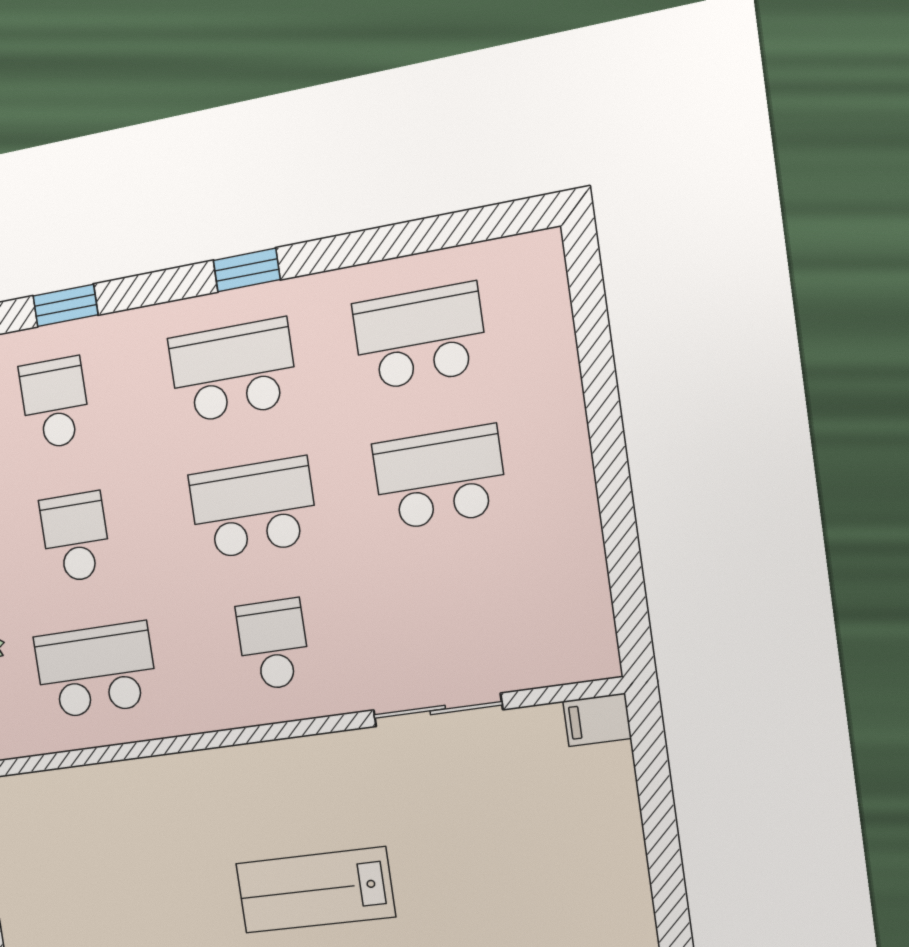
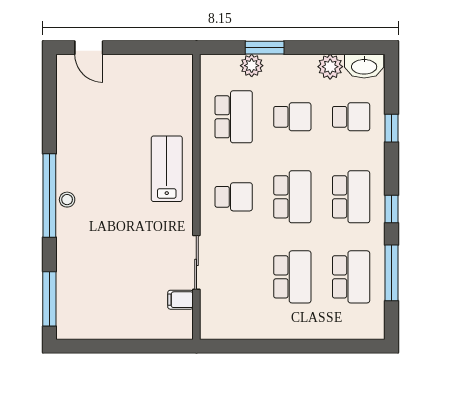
window: (396, 241) -> (391, 273), added
filing cabinet: (597, 720) -> (180, 300), moved, turned -90
lab bench: (315, 890) -> (167, 169), moved

